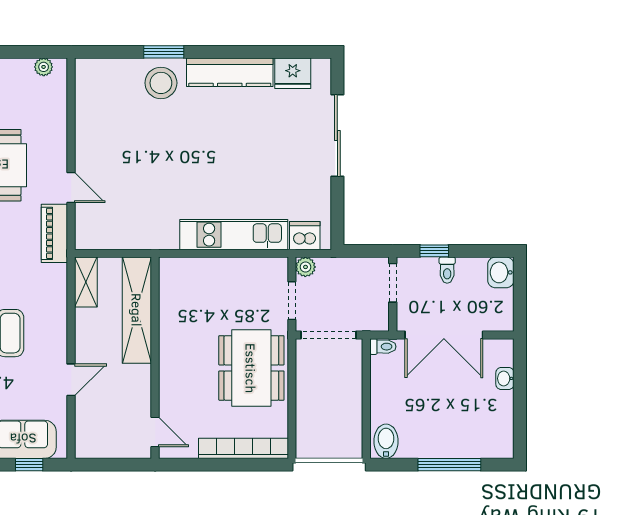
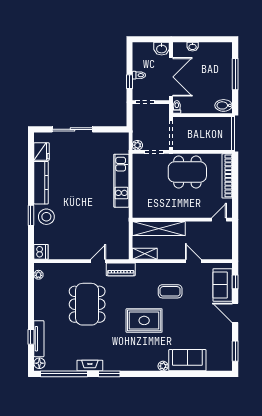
dishwasher: (305, 236) -> (41, 252), moved, turned 180
washbasin: (501, 272) -> (162, 49), moved

